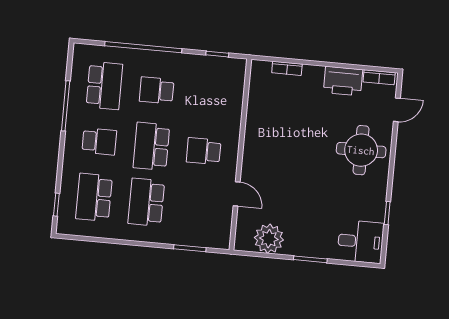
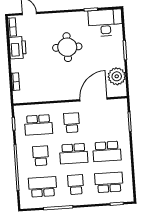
school desk: (157, 90) -> (41, 156), turned 180
school desk: (209, 95) -> (38, 125), added
round table: (361, 150) -> (67, 47), moved
school desk: (204, 151) -> (72, 123), turned 180
door: (237, 194) -> (94, 99), width x1.88
school desk: (94, 197) -> (109, 182), turned 180
desk: (361, 242) -> (105, 23), width x1.37

